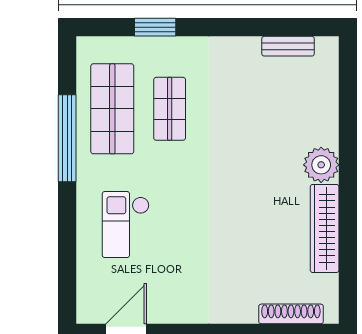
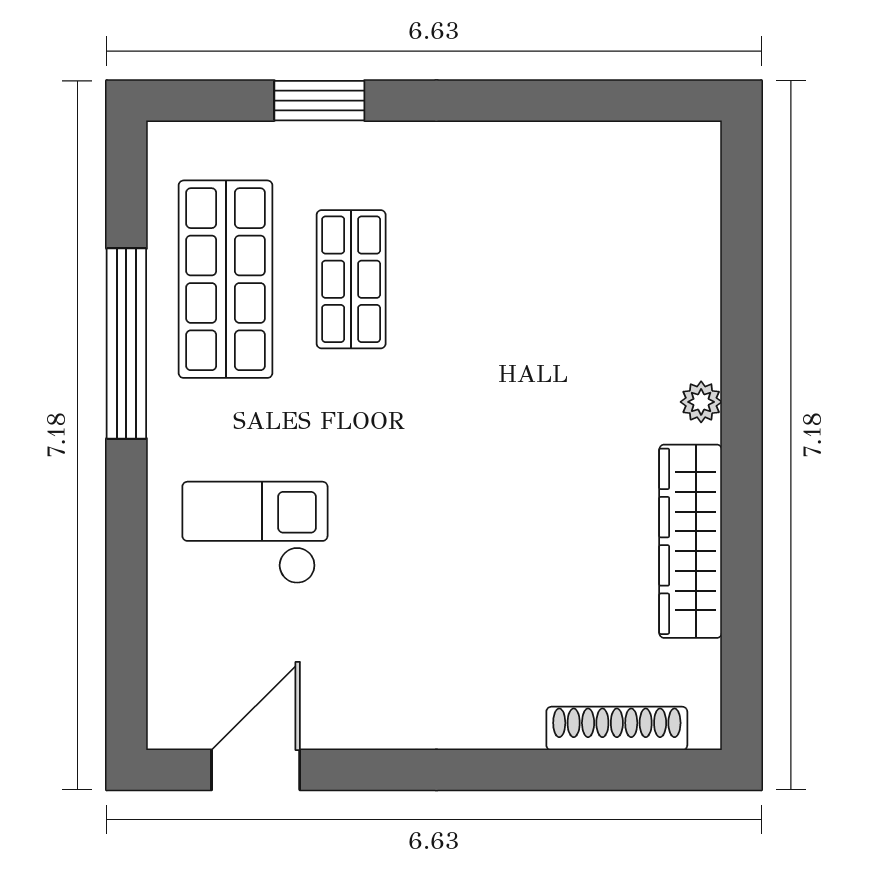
bench: (288, 46) -> (610, 142), removed
plant: (321, 165) -> (701, 402), width x0.53, depth x0.53
checkout: (126, 225) -> (255, 533), turned 90

